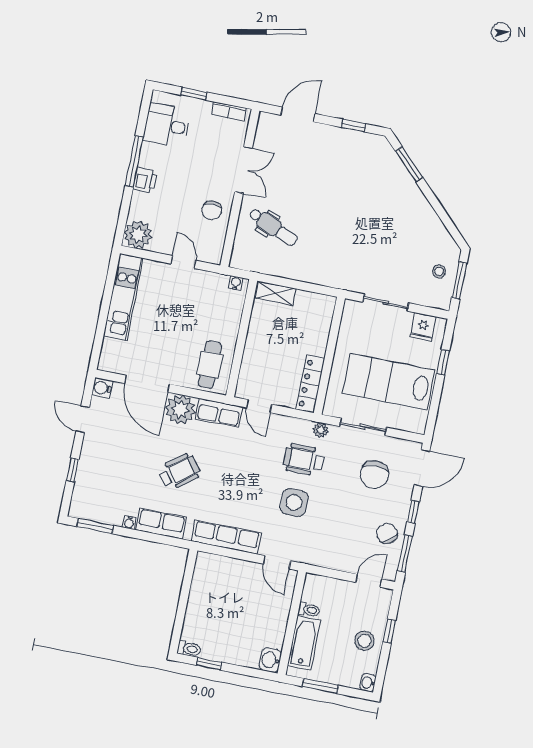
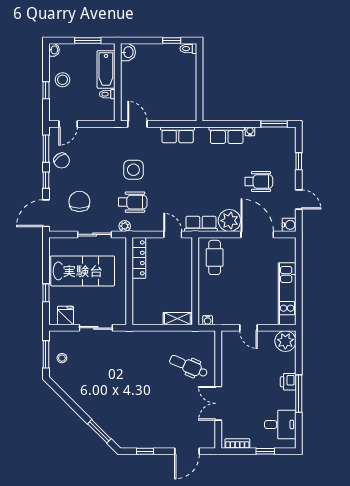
chair: (212, 210) -> (235, 369), removed
wheelchair: (179, 472) -> (259, 182), moved, turned -142
row of seats: (226, 537) -> (178, 135), width x0.68

